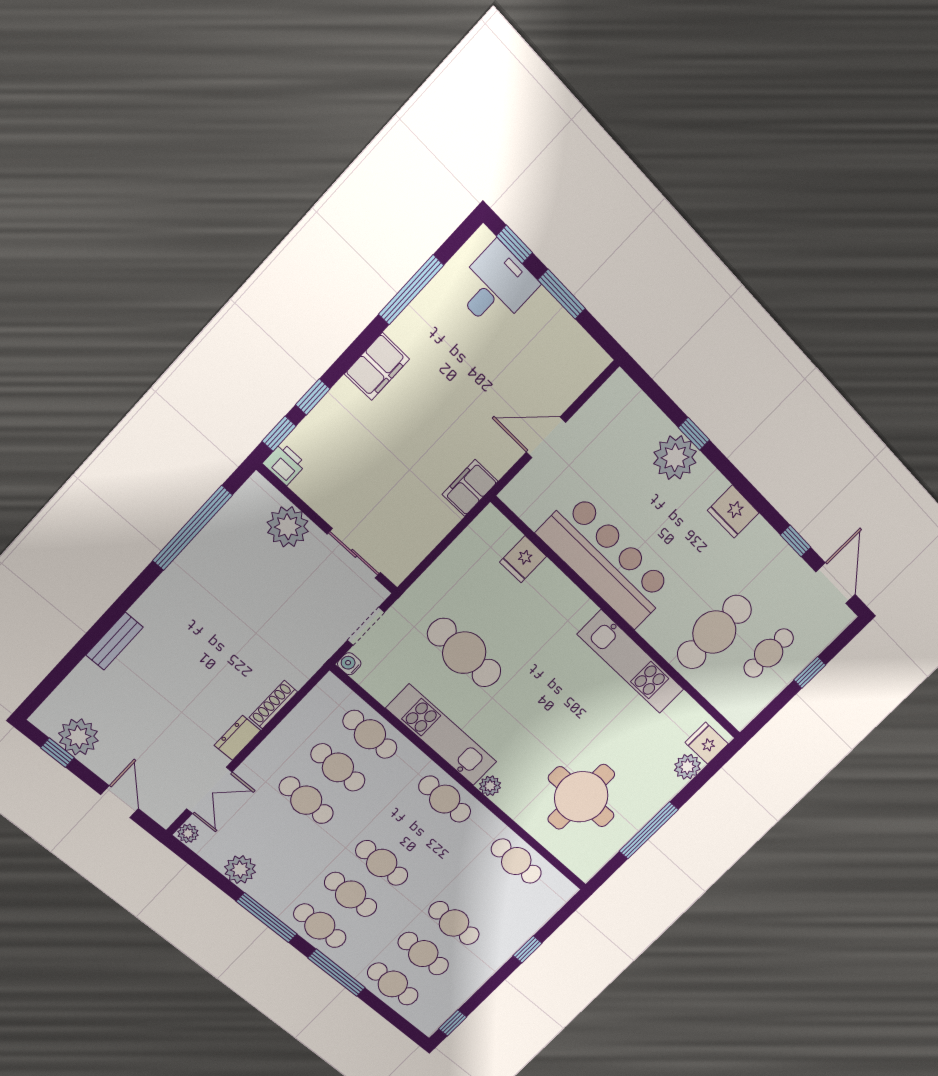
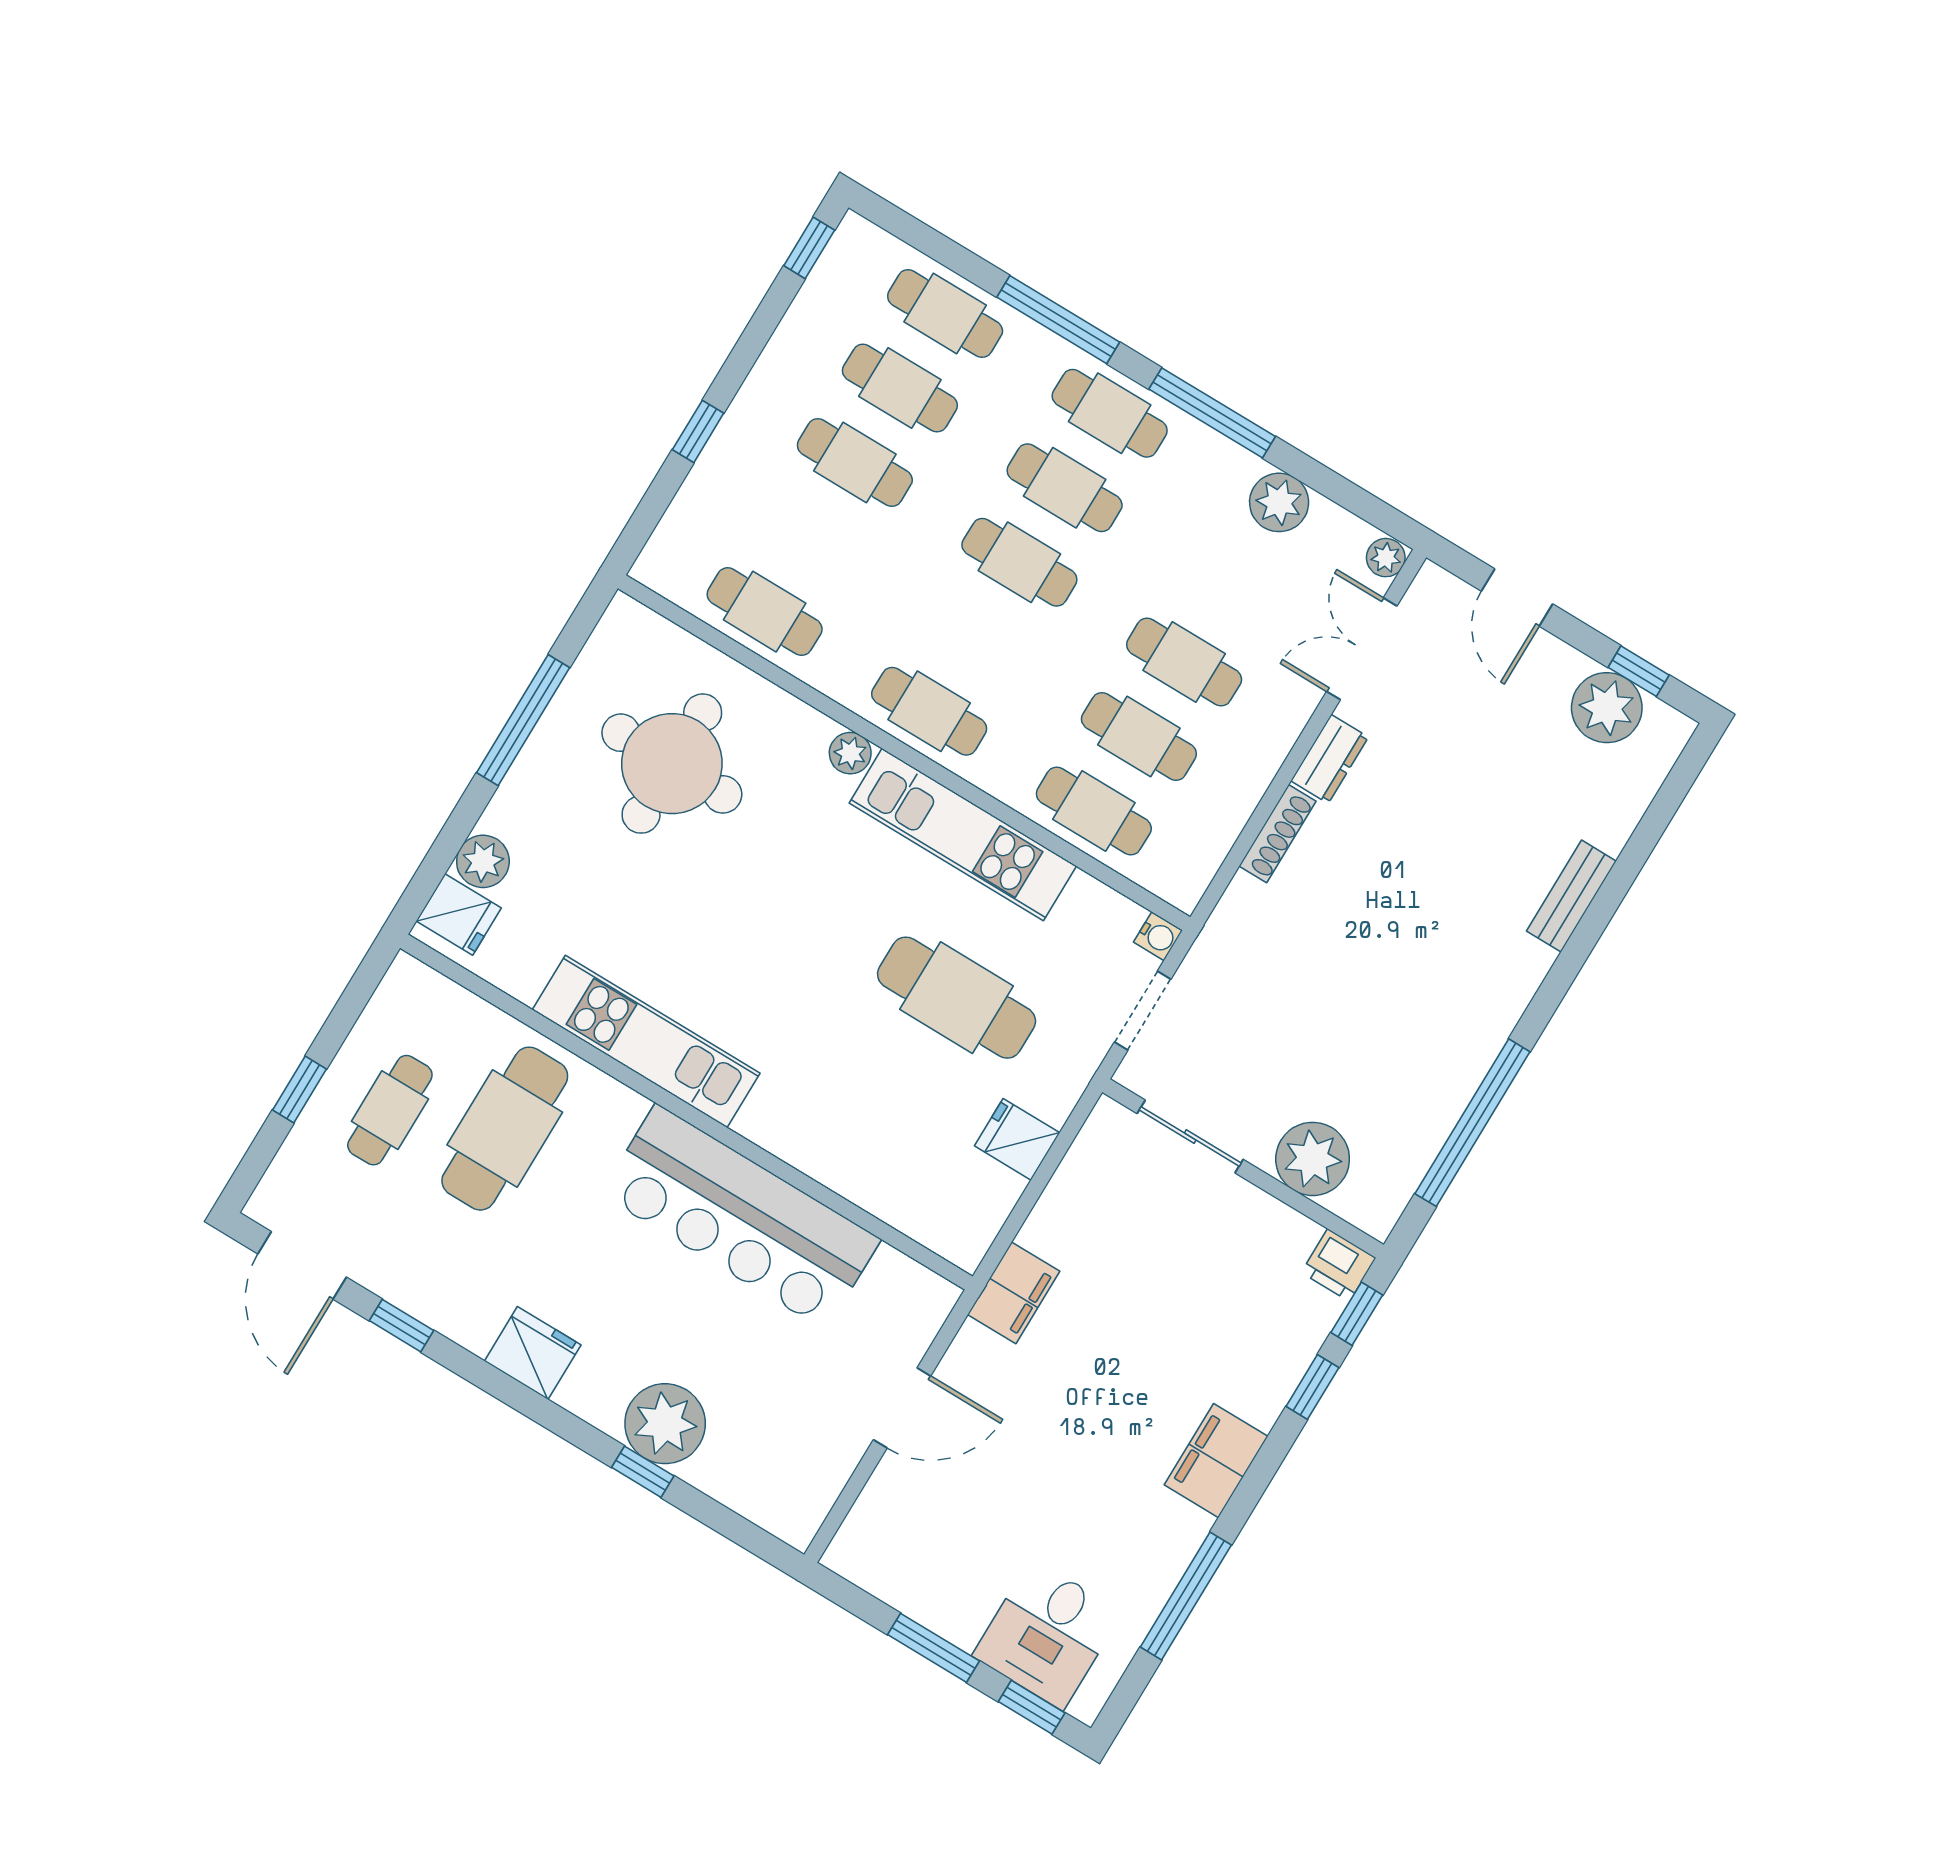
fridge: (523, 559) -> (1017, 1139), moved, turned -90

